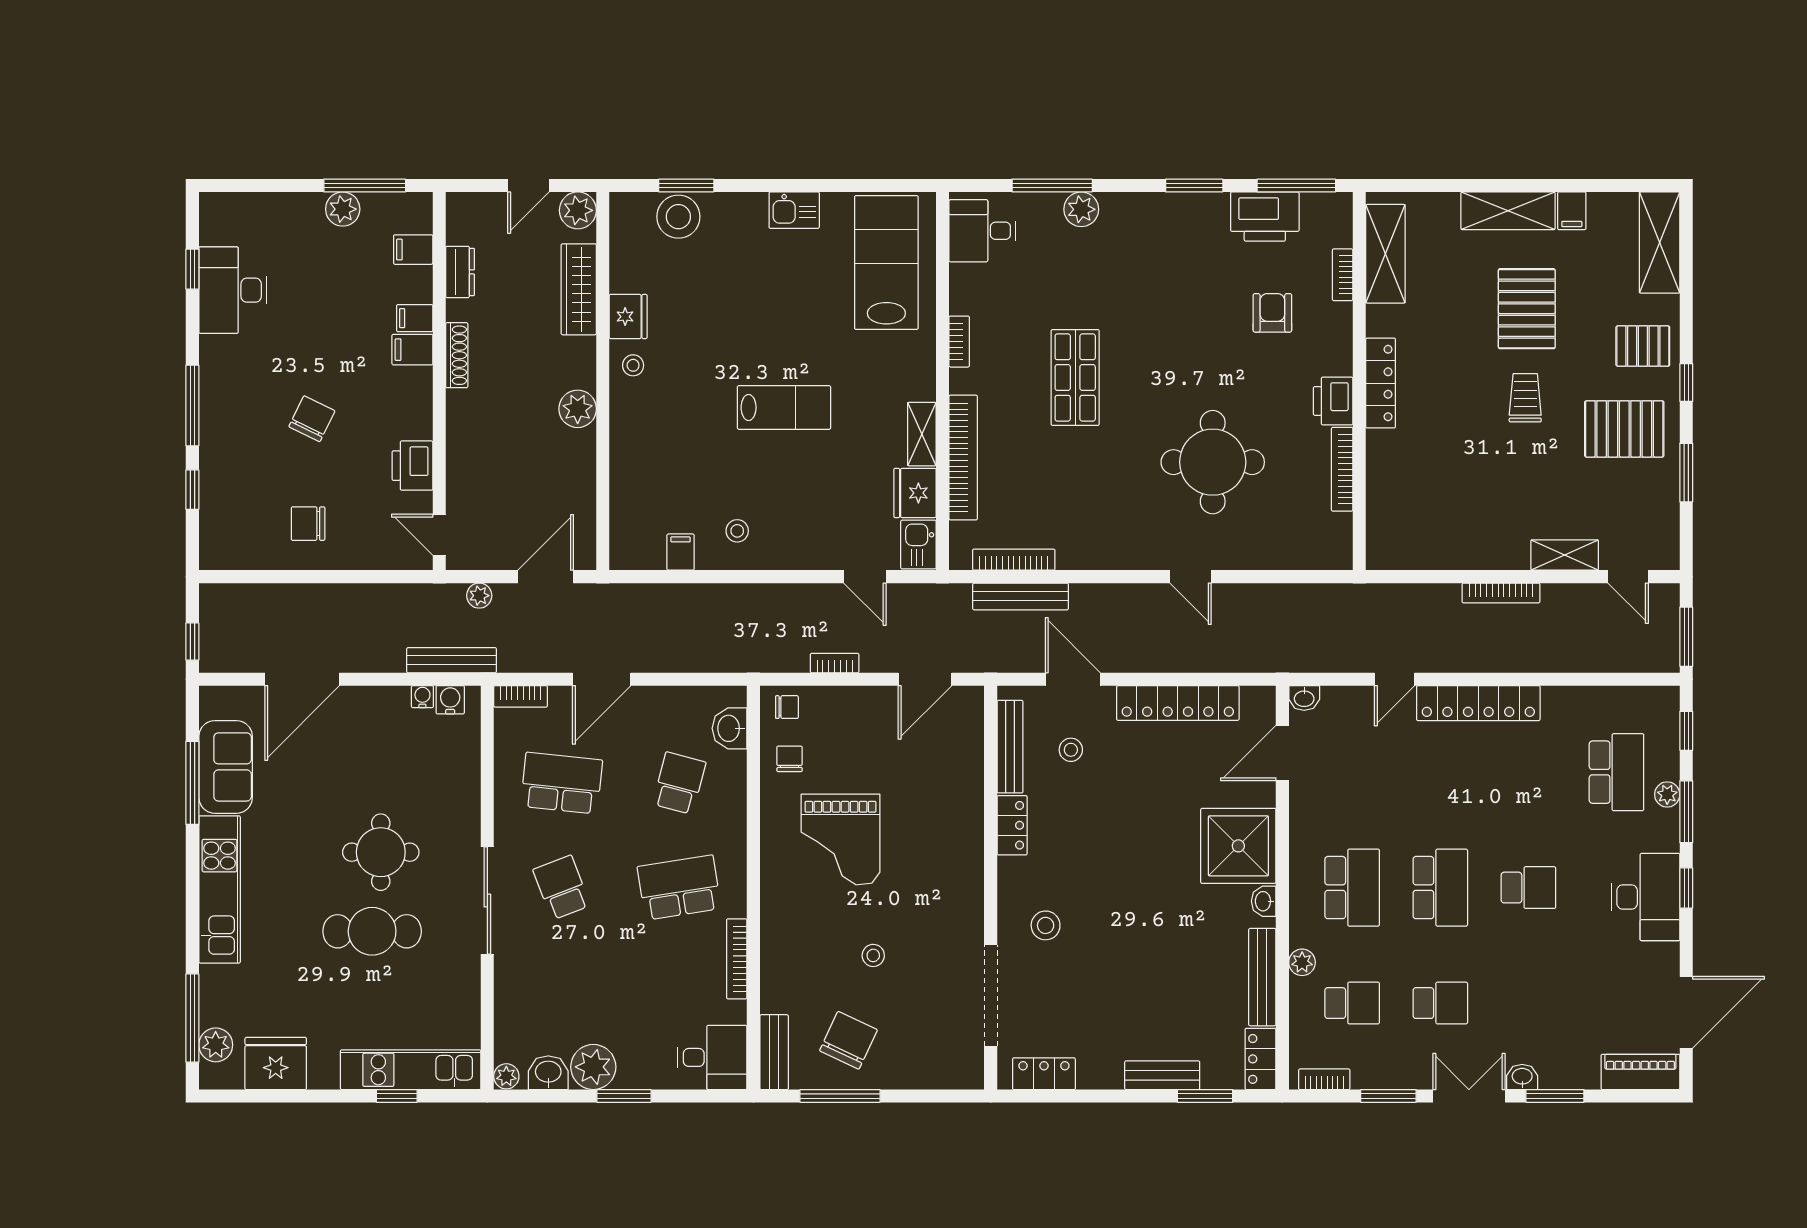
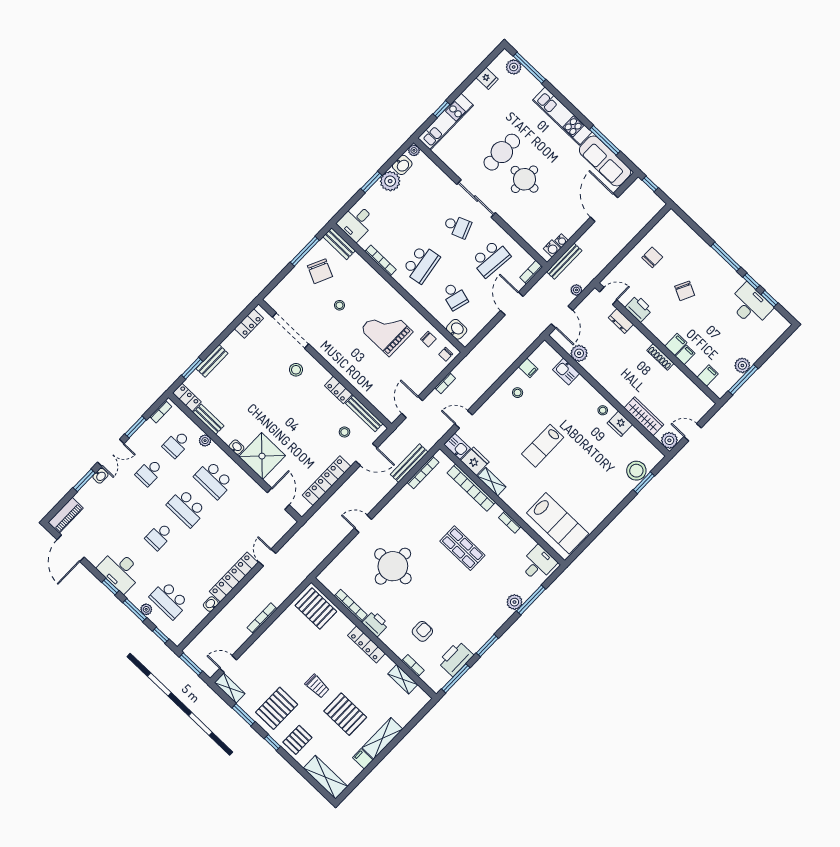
door: (528, 186) -> (693, 432), hinge flipped
kitchen sink: (794, 210) -> (566, 372), moved, turned -90
shelving: (1385, 254) -> (403, 679), width x0.67, depth x0.75
dresser: (460, 272) -> (621, 321), moved
armchair: (1272, 313) -> (422, 631), turned -90
plant: (578, 409) -> (579, 353), moved
window: (192, 490) -> (751, 281), moved
pallet: (1401, 521) -> (316, 609), added
shelving: (1565, 555) -> (230, 688), moved, turned 90
washbasin: (1304, 698) -> (211, 604), moved
sofa: (226, 767) -> (605, 161), width x1.36
bench: (1262, 977) -> (208, 419), width x0.73
fridge: (276, 1063) -> (487, 78), width x0.53, depth x0.75

